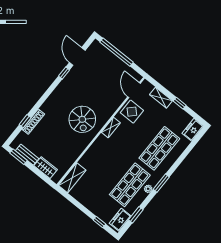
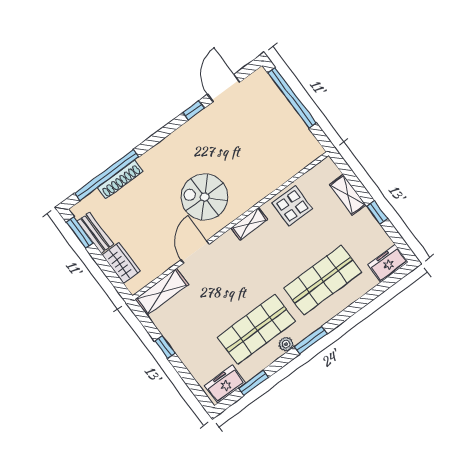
door: (134, 90) -> (195, 252), moved
spiral stairs: (82, 119) -> (205, 197), turned 90
window: (25, 121) -> (107, 175), width x3.17
window: (99, 222) -> (165, 347), moved

